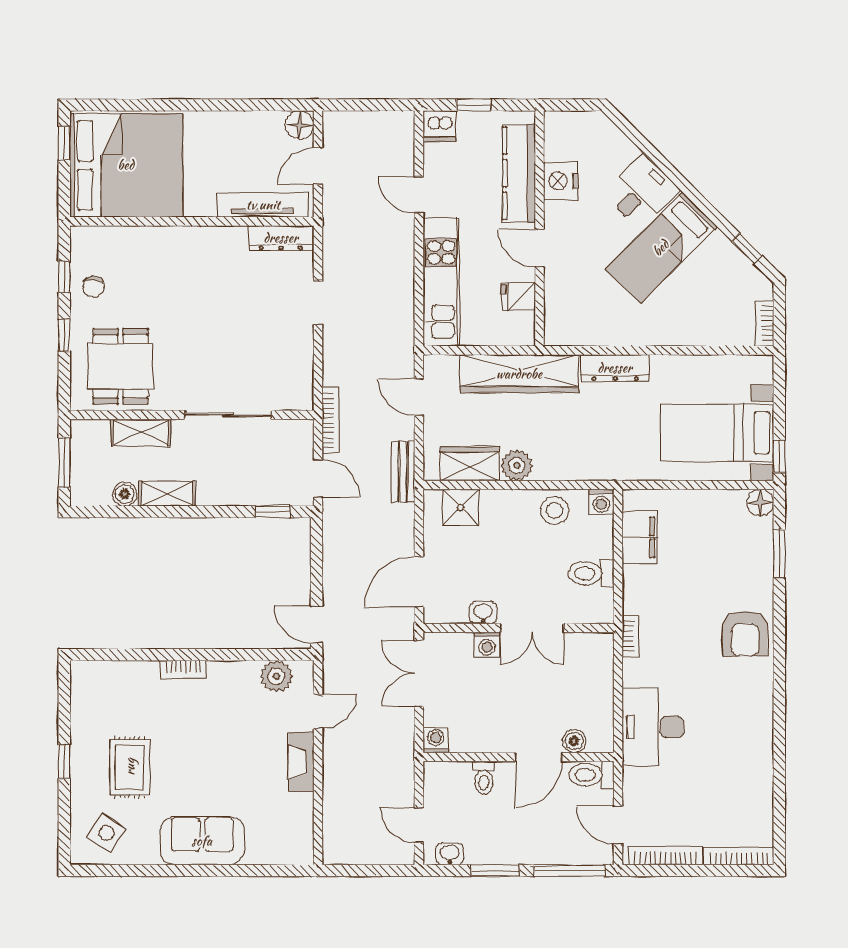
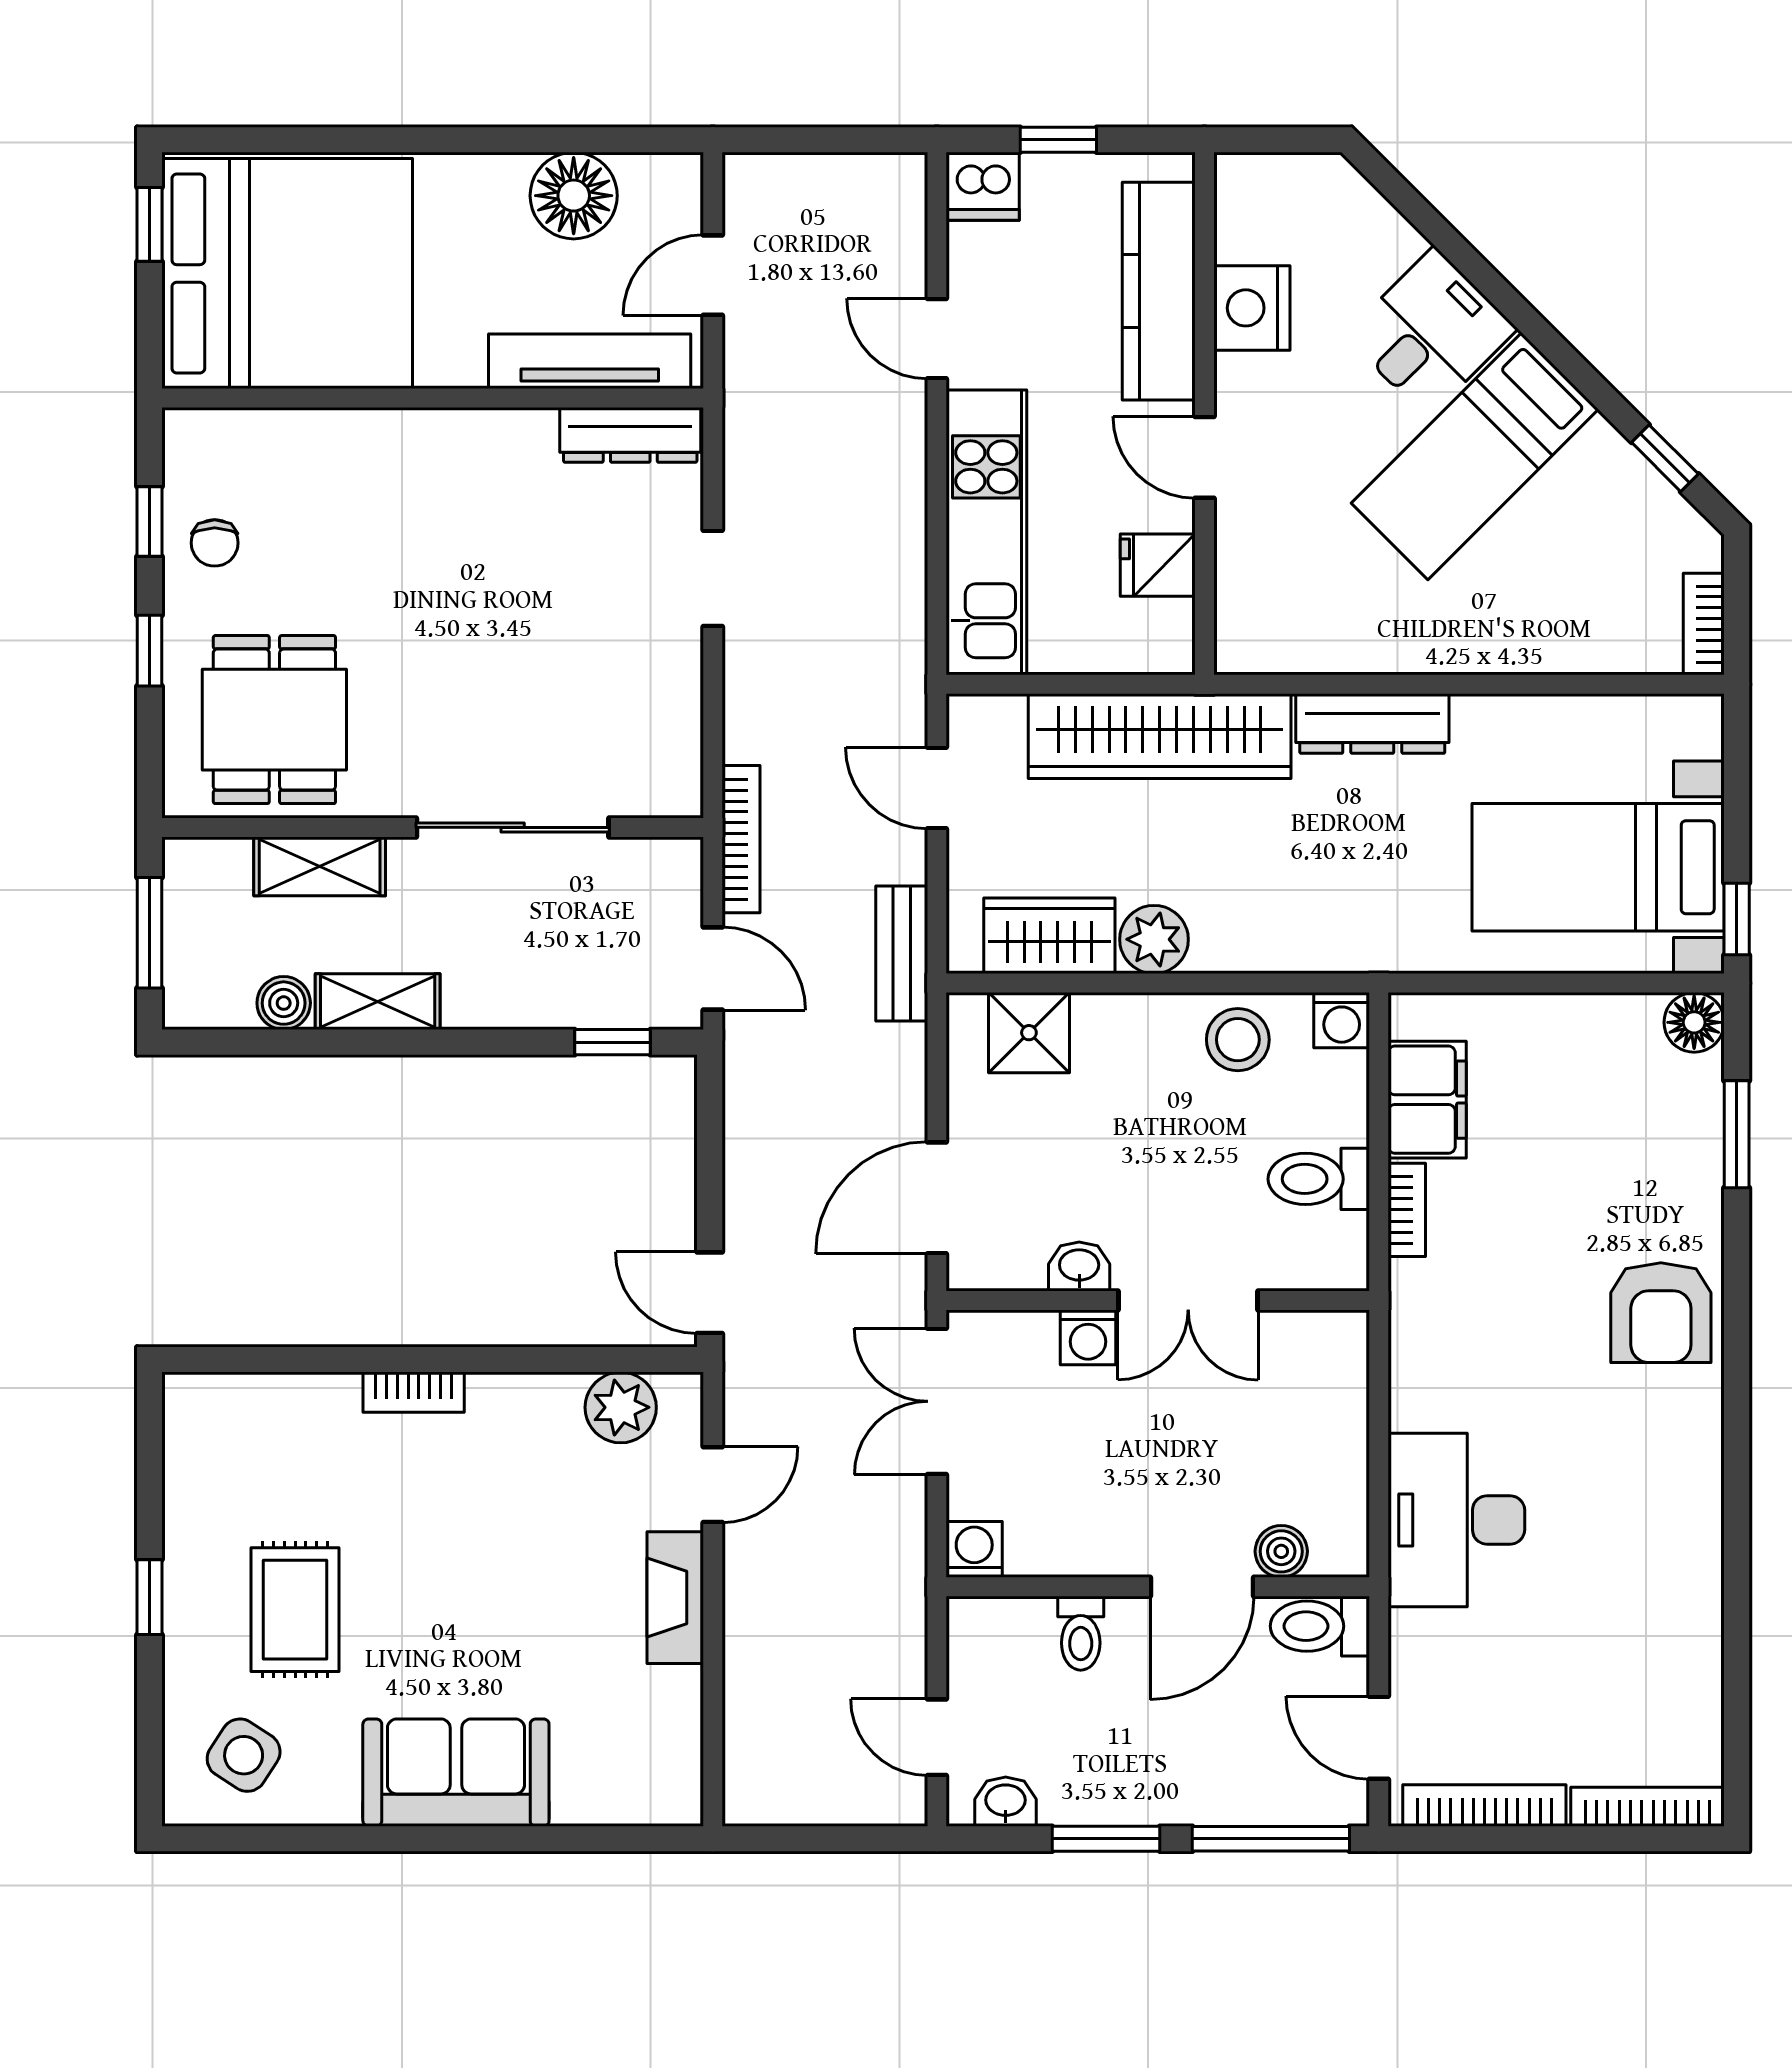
floor lamp: (300, 125) -> (574, 196), moved, width x1.38, depth x1.38
bookcase: (631, 636) -> (1407, 1210), moved

